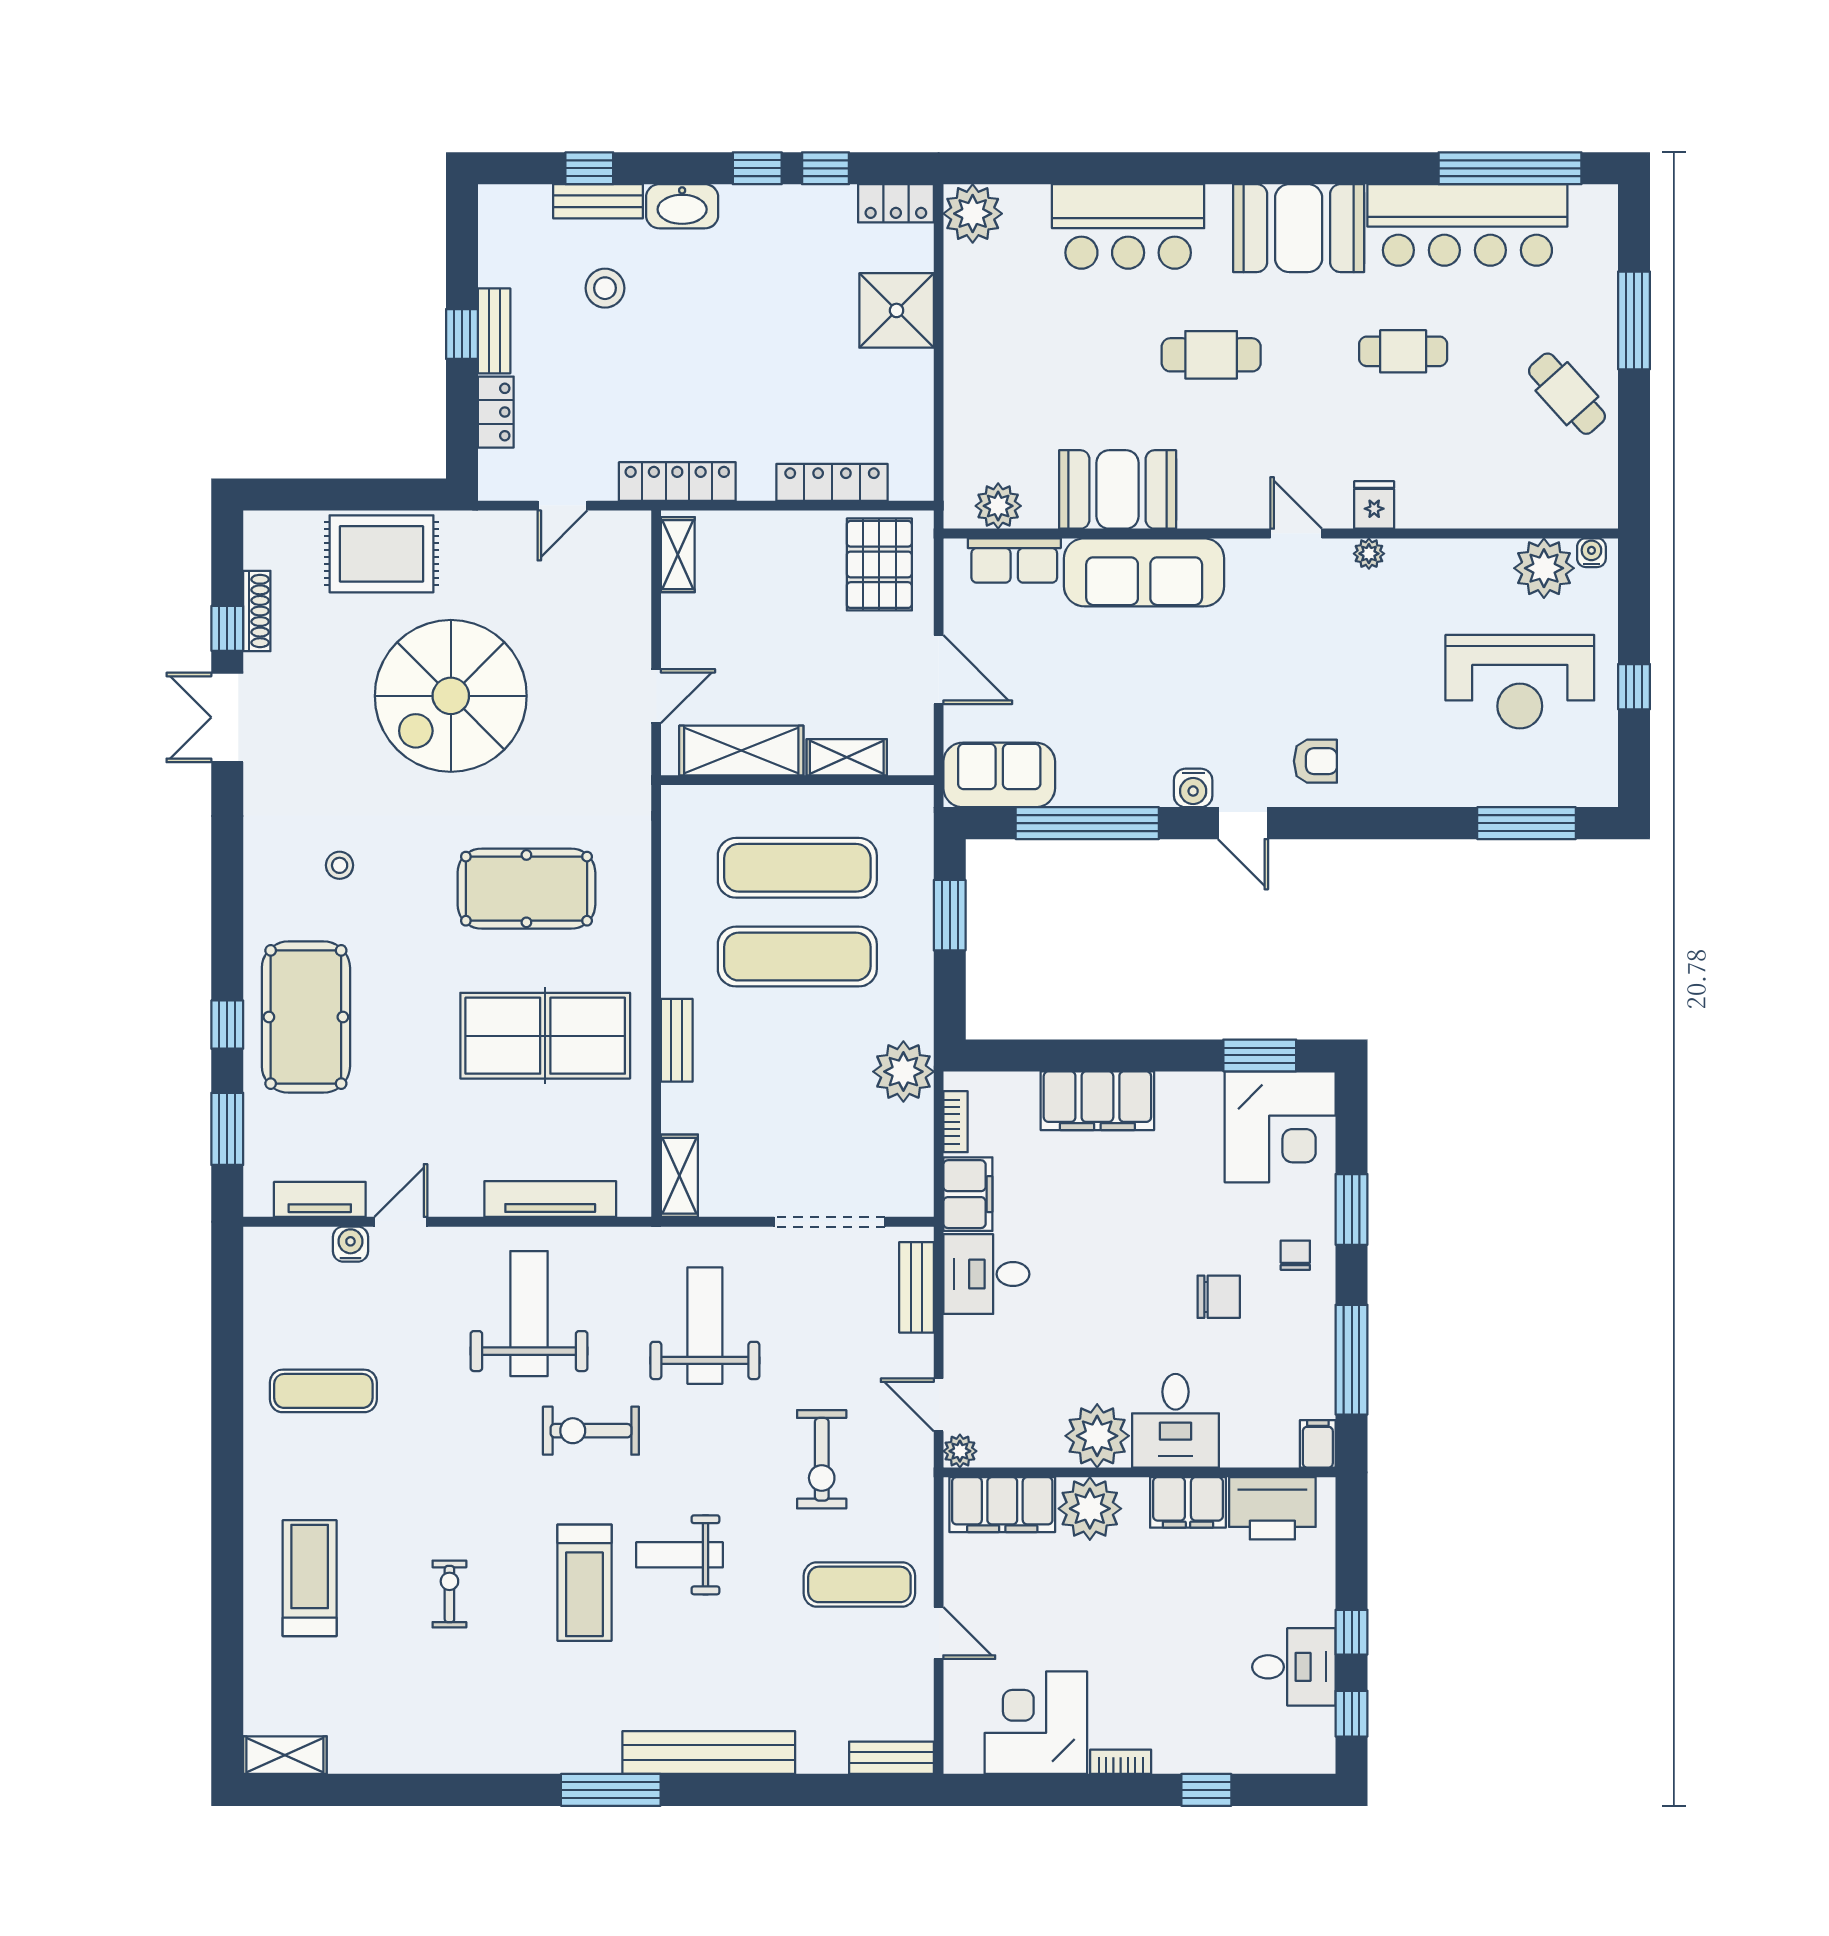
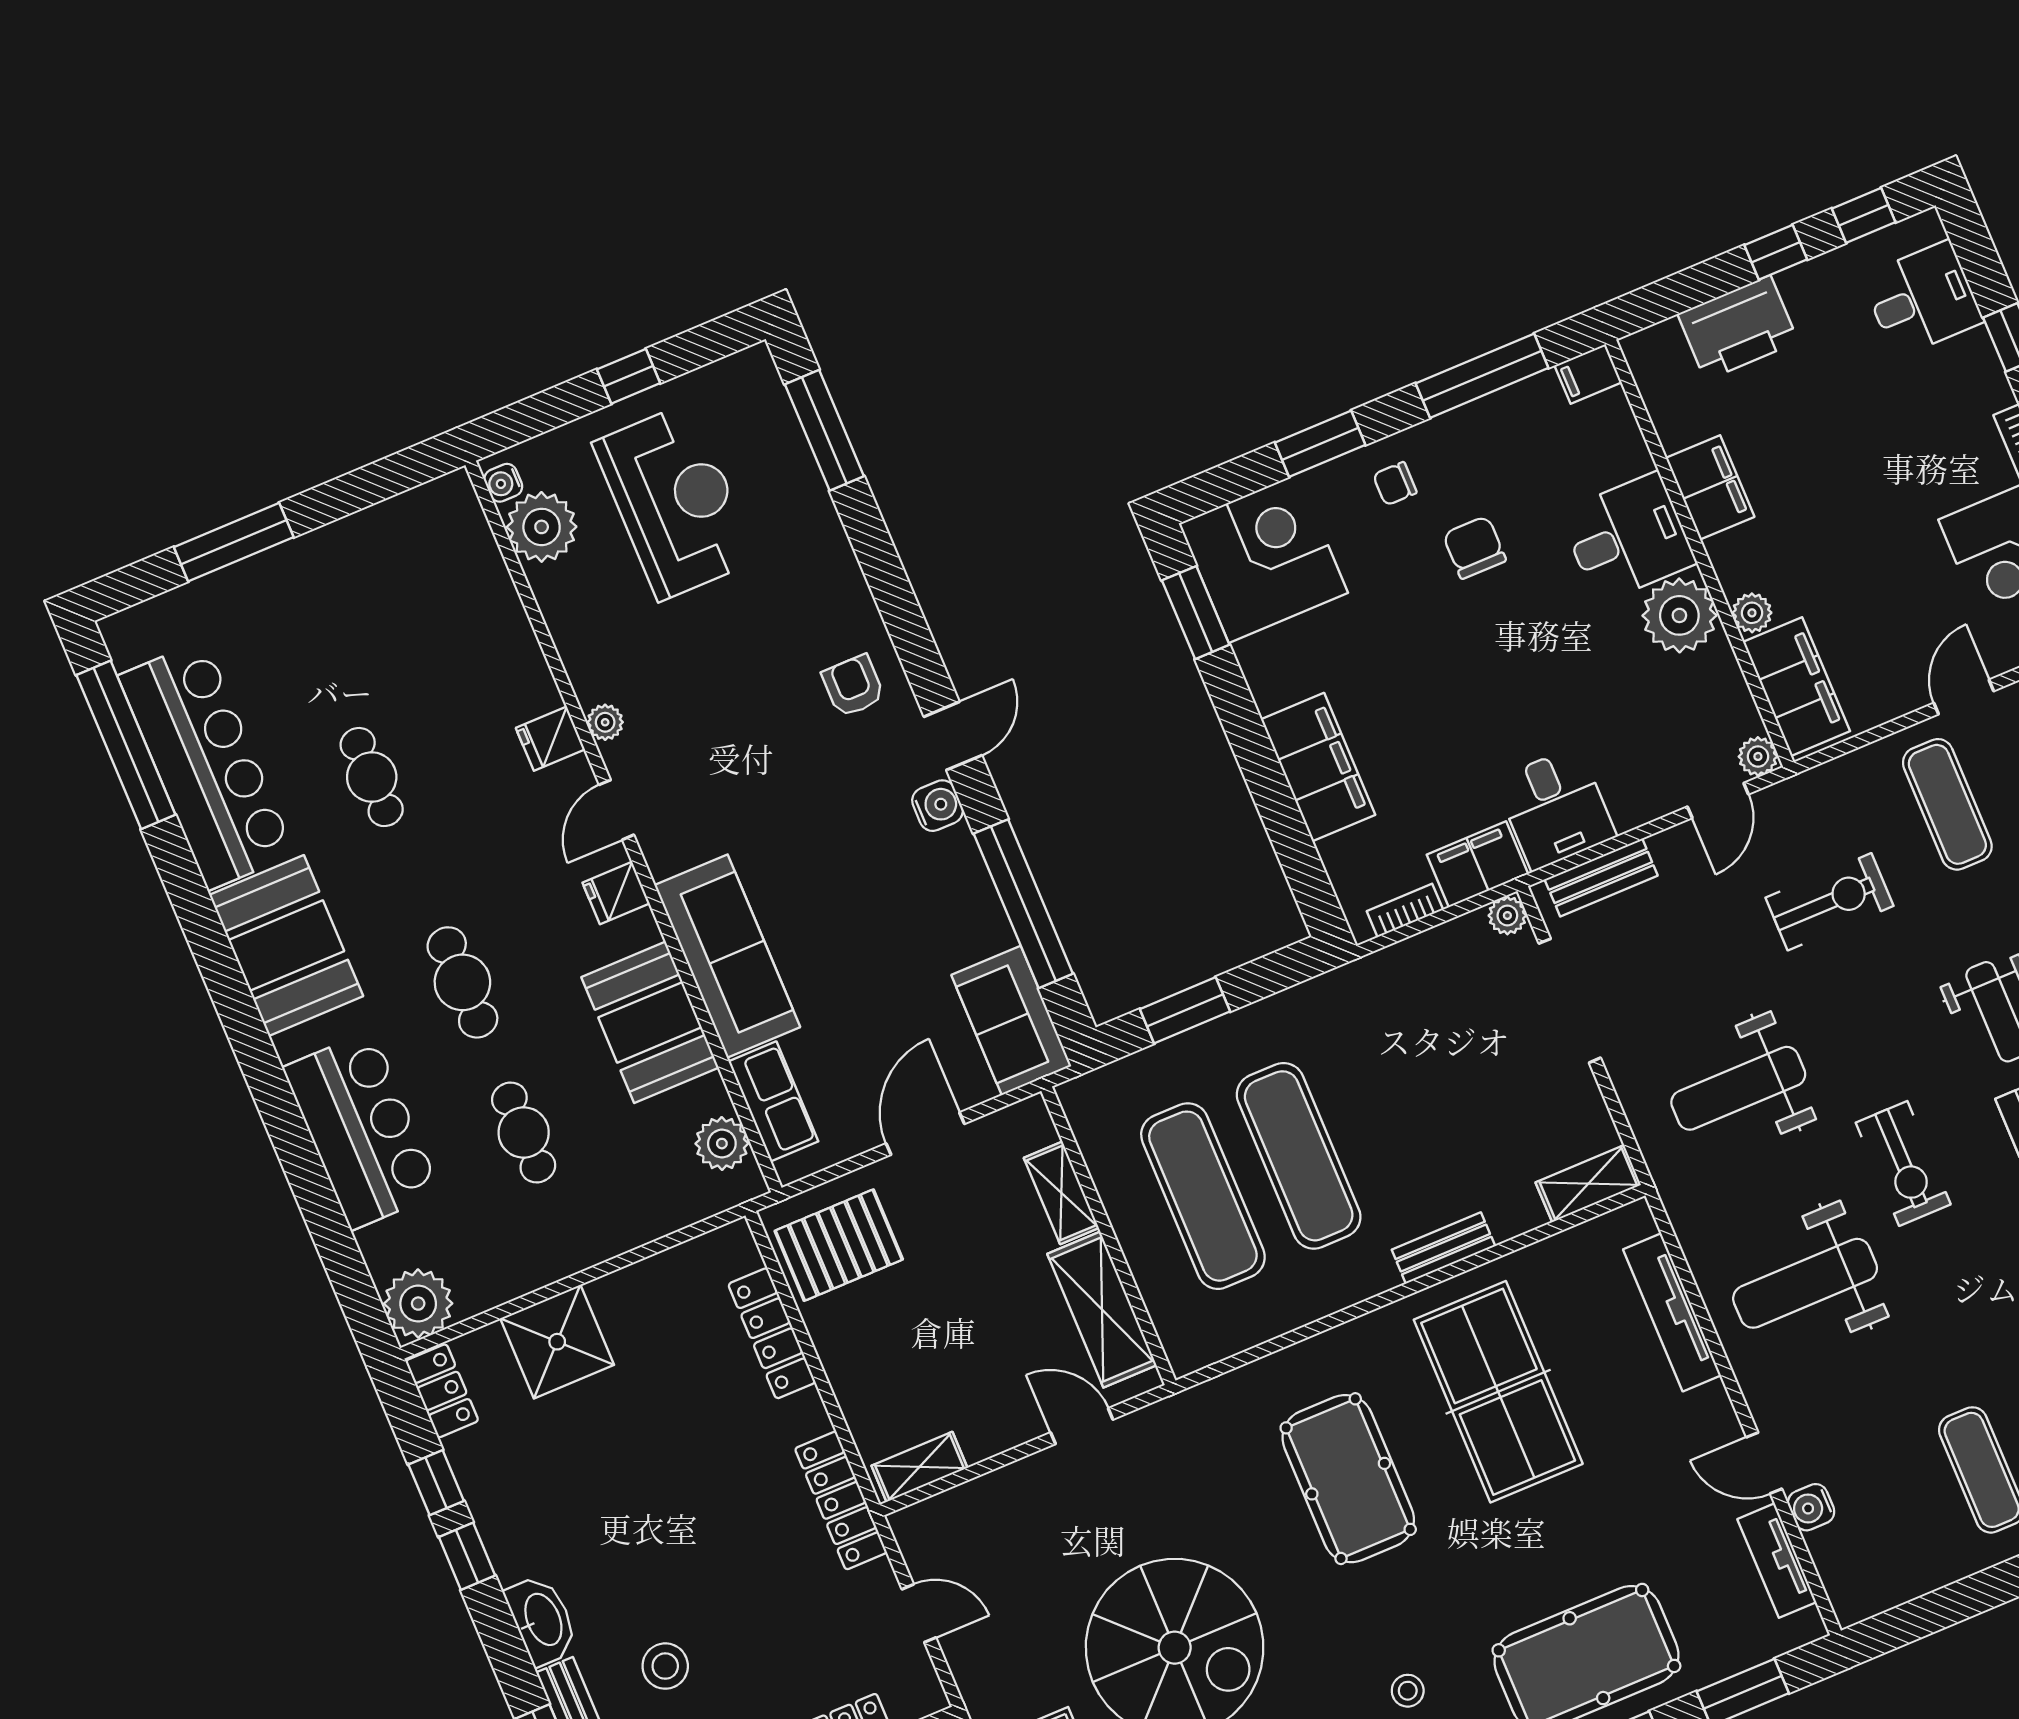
cafe table: (1567, 394) -> (524, 1133), moved, turned -48
fridge: (1231, 506) -> (616, 893), added
plant: (903, 1072) -> (1507, 915), moved, width x0.53, depth x0.53
printer: (1272, 1508) -> (1738, 328), moved, turned 90
plant: (1090, 1509) -> (1752, 613), width x0.53, depth x0.53
desk: (1294, 1667) -> (1922, 299), moved, turned 90

